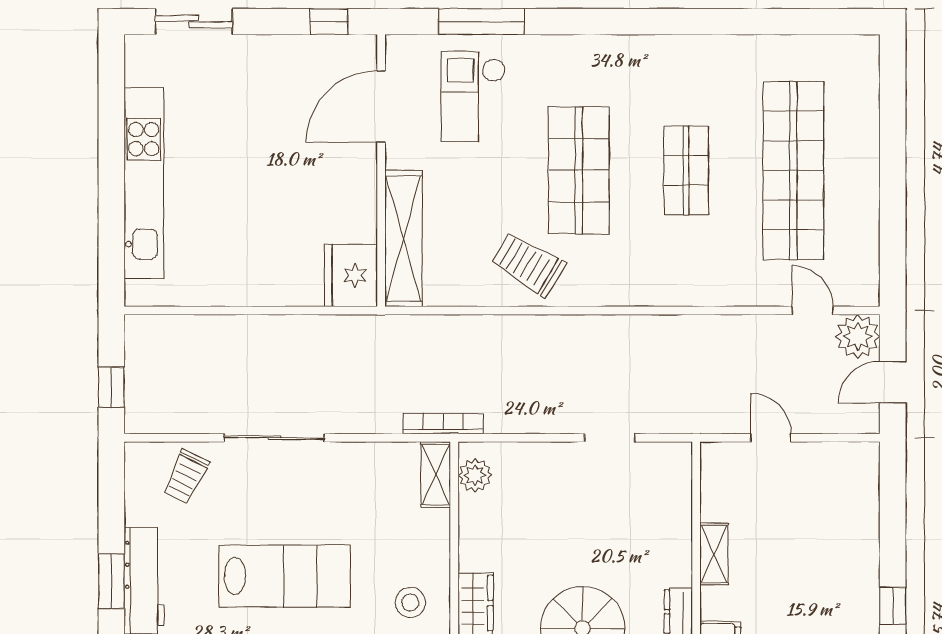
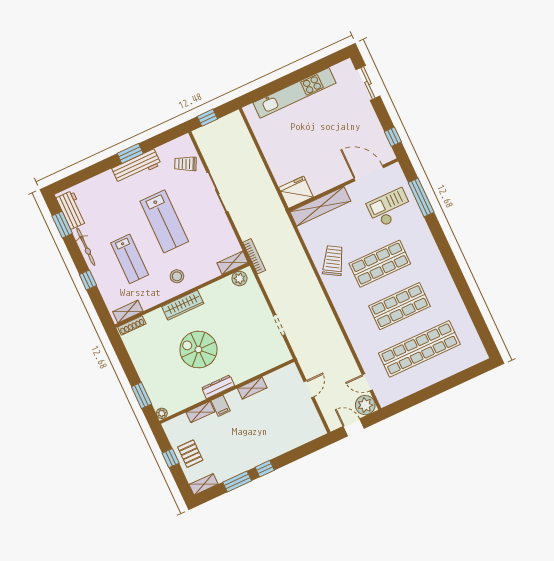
shop shelf: (686, 170) -> (400, 306), width x1.43, depth x1.36
door: (813, 310) -> (367, 382), swing flipped

